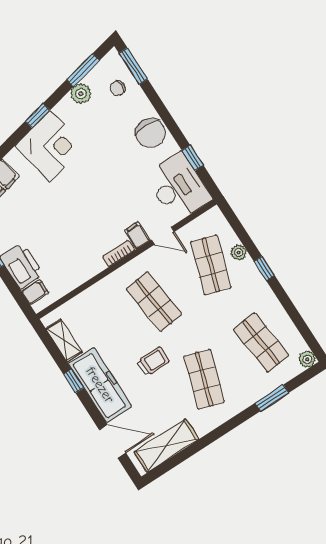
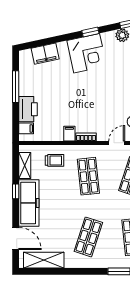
filing cabinet: (137, 235) -> (69, 134), moved
door: (163, 236) -> (117, 143), swing flipped
trolley: (153, 361) -> (54, 160), moved

